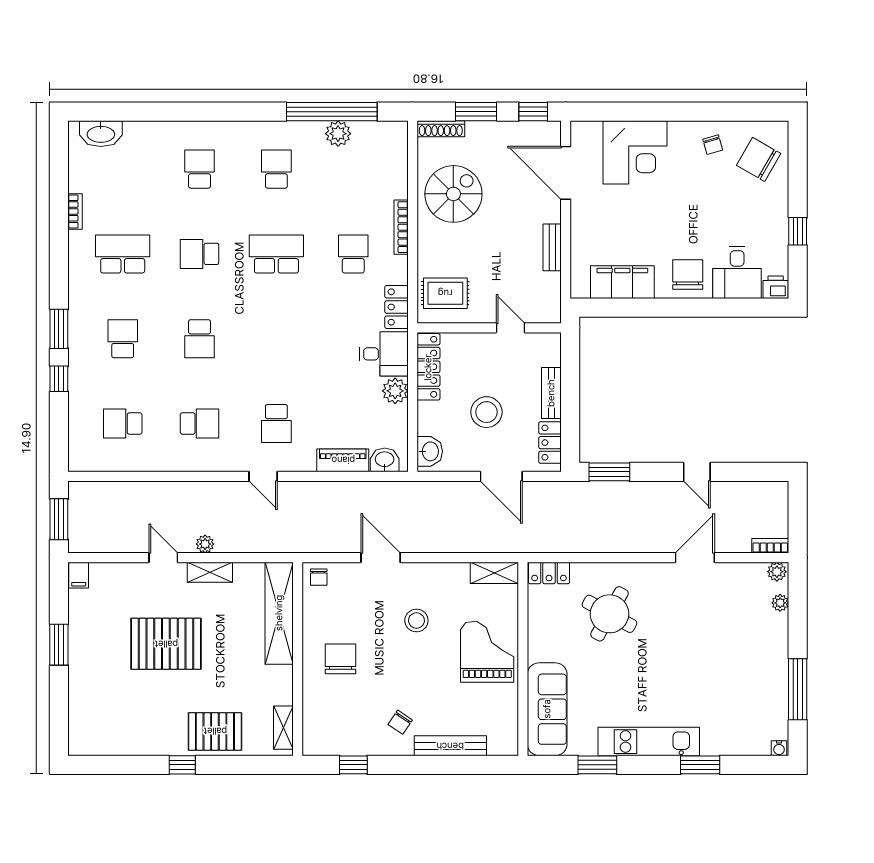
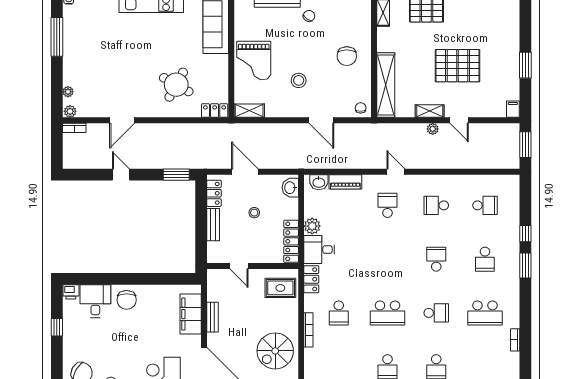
filing cabinet: (622, 282) -> (191, 314), moved, turned 90
stool: (486, 412) -> (254, 213), width x0.53, depth x0.53

